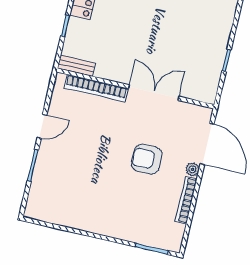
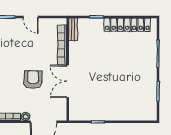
double door: (154, 93) -> (68, 81), swing flipped
armchair: (147, 159) -> (33, 80), moved

